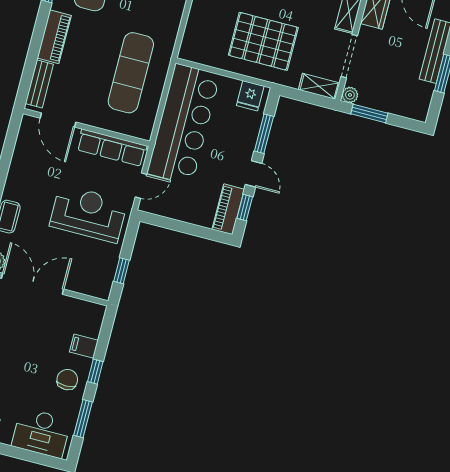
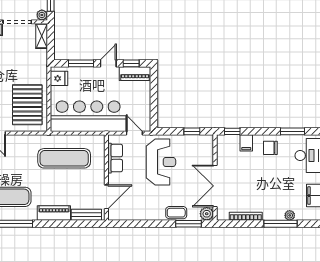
pallet: (263, 41) -> (27, 105), moved
row of seats: (112, 148) -> (115, 158), width x0.68
reception desk: (88, 214) -> (161, 162), turned 180
window: (95, 372) -> (232, 131), moved

